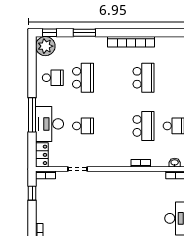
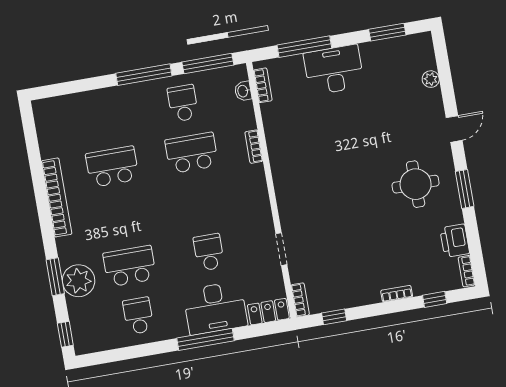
plant: (45, 46) -> (79, 281), moved

